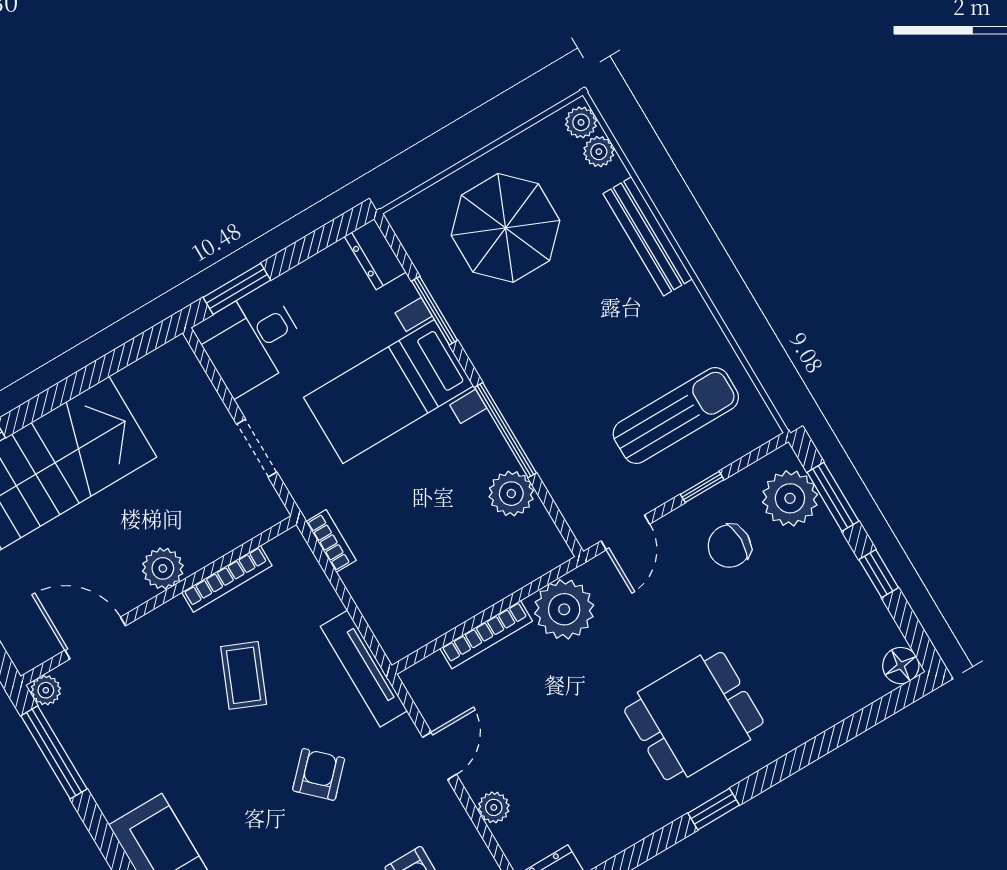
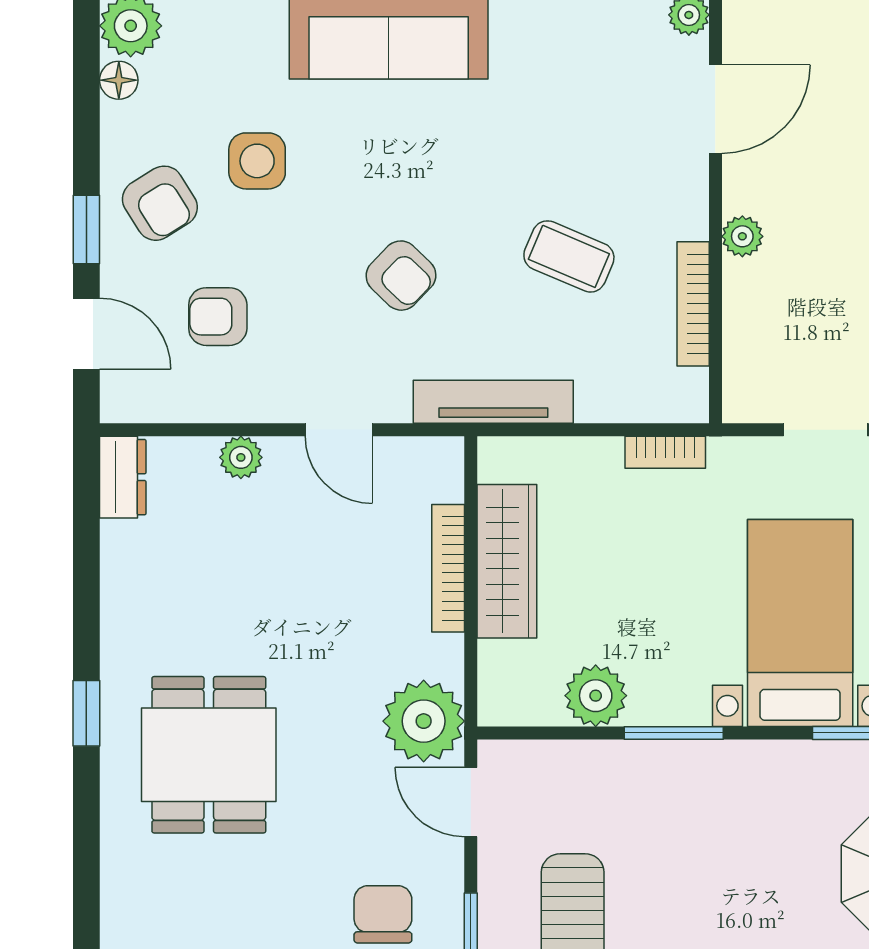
window: (505, 430) -> (674, 733), width x0.69
plant: (163, 568) -> (742, 236), width x0.73, depth x0.73
wardrobe: (460, 600) -> (507, 561), added
plant: (564, 609) -> (424, 721), moved

